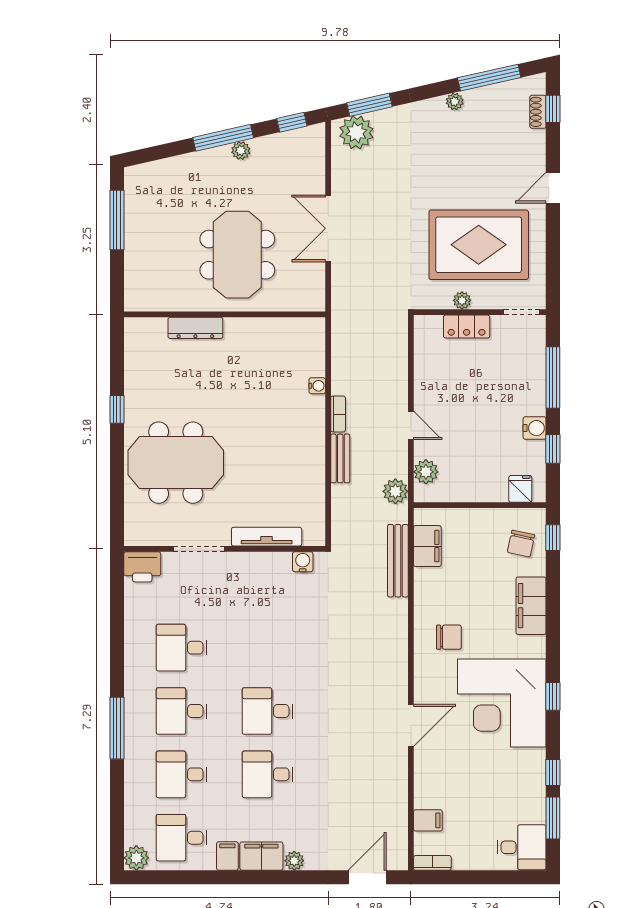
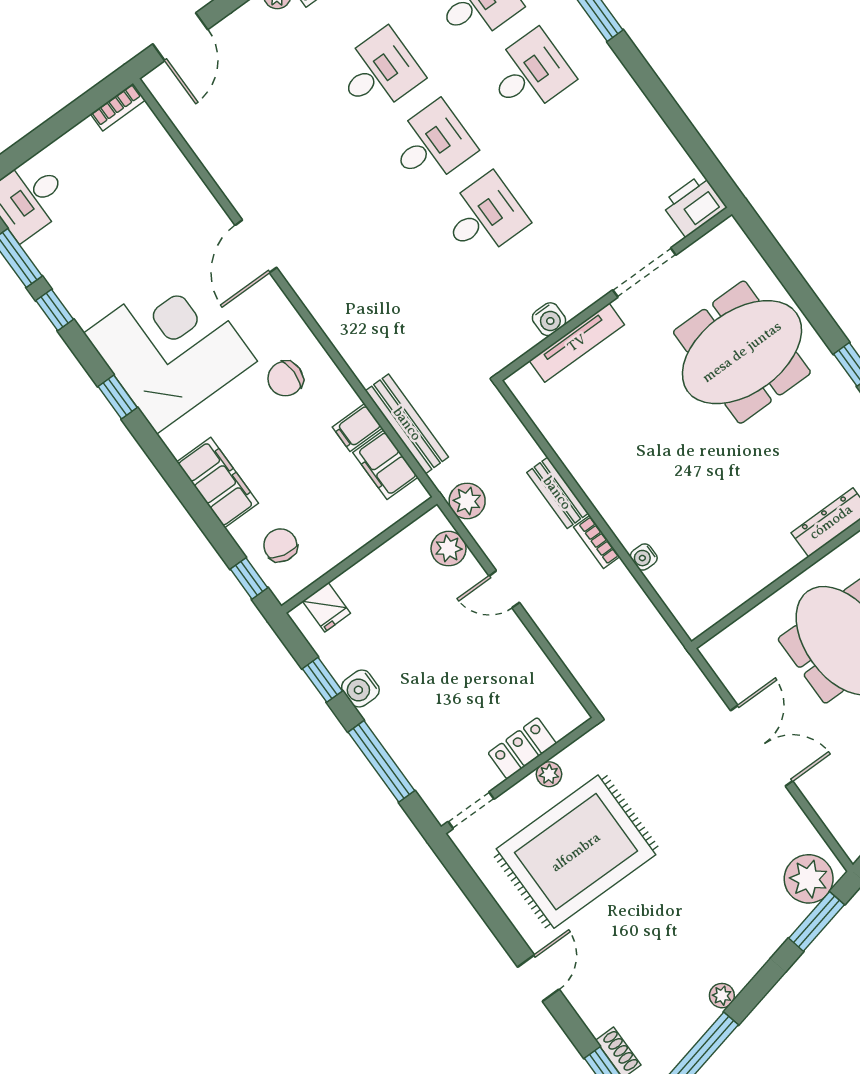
water cooler: (303, 562) -> (549, 319), moved
desk: (182, 648) -> (484, 217), moved
filing cabinet: (428, 820) -> (357, 427), moved

